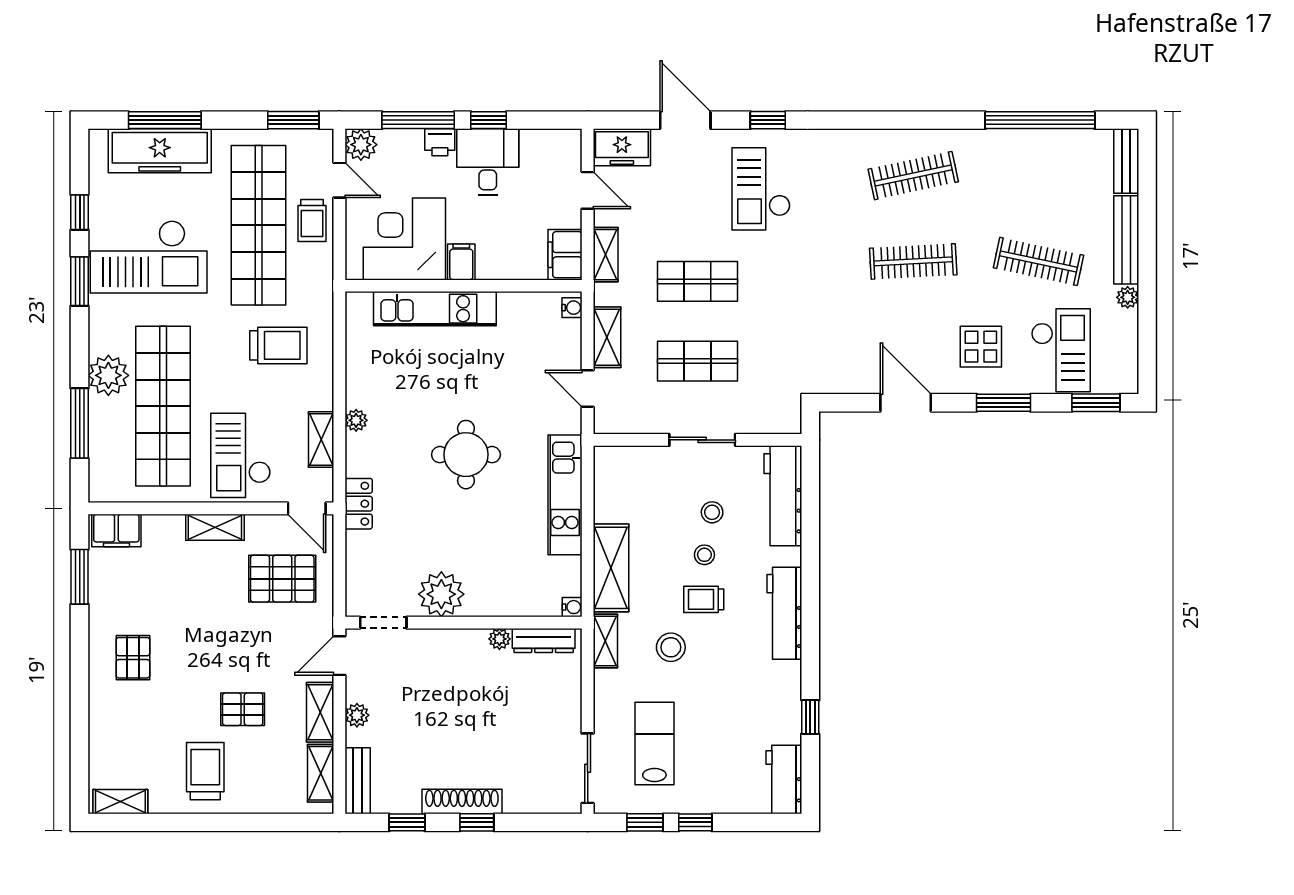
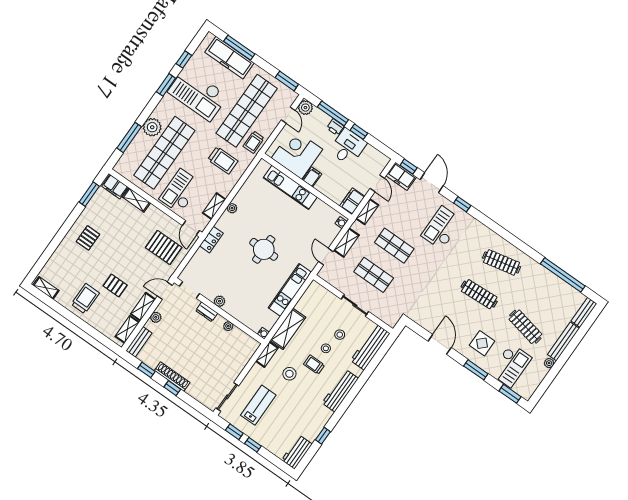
window: (623, 120) -> (409, 167), added
trolley: (312, 220) -> (254, 142), moved
shelving: (215, 527) -> (136, 200), moved
plant: (441, 594) -> (220, 301), width x0.53, depth x0.53
dresser: (544, 640) -> (207, 312), moved, width x0.70

